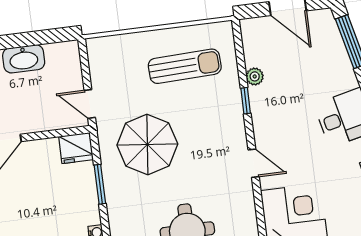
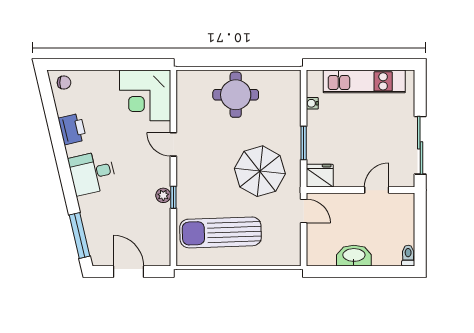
sun lounger: (185, 66) -> (221, 232), width x1.36, depth x1.34
plant: (255, 76) -> (163, 195), moved

